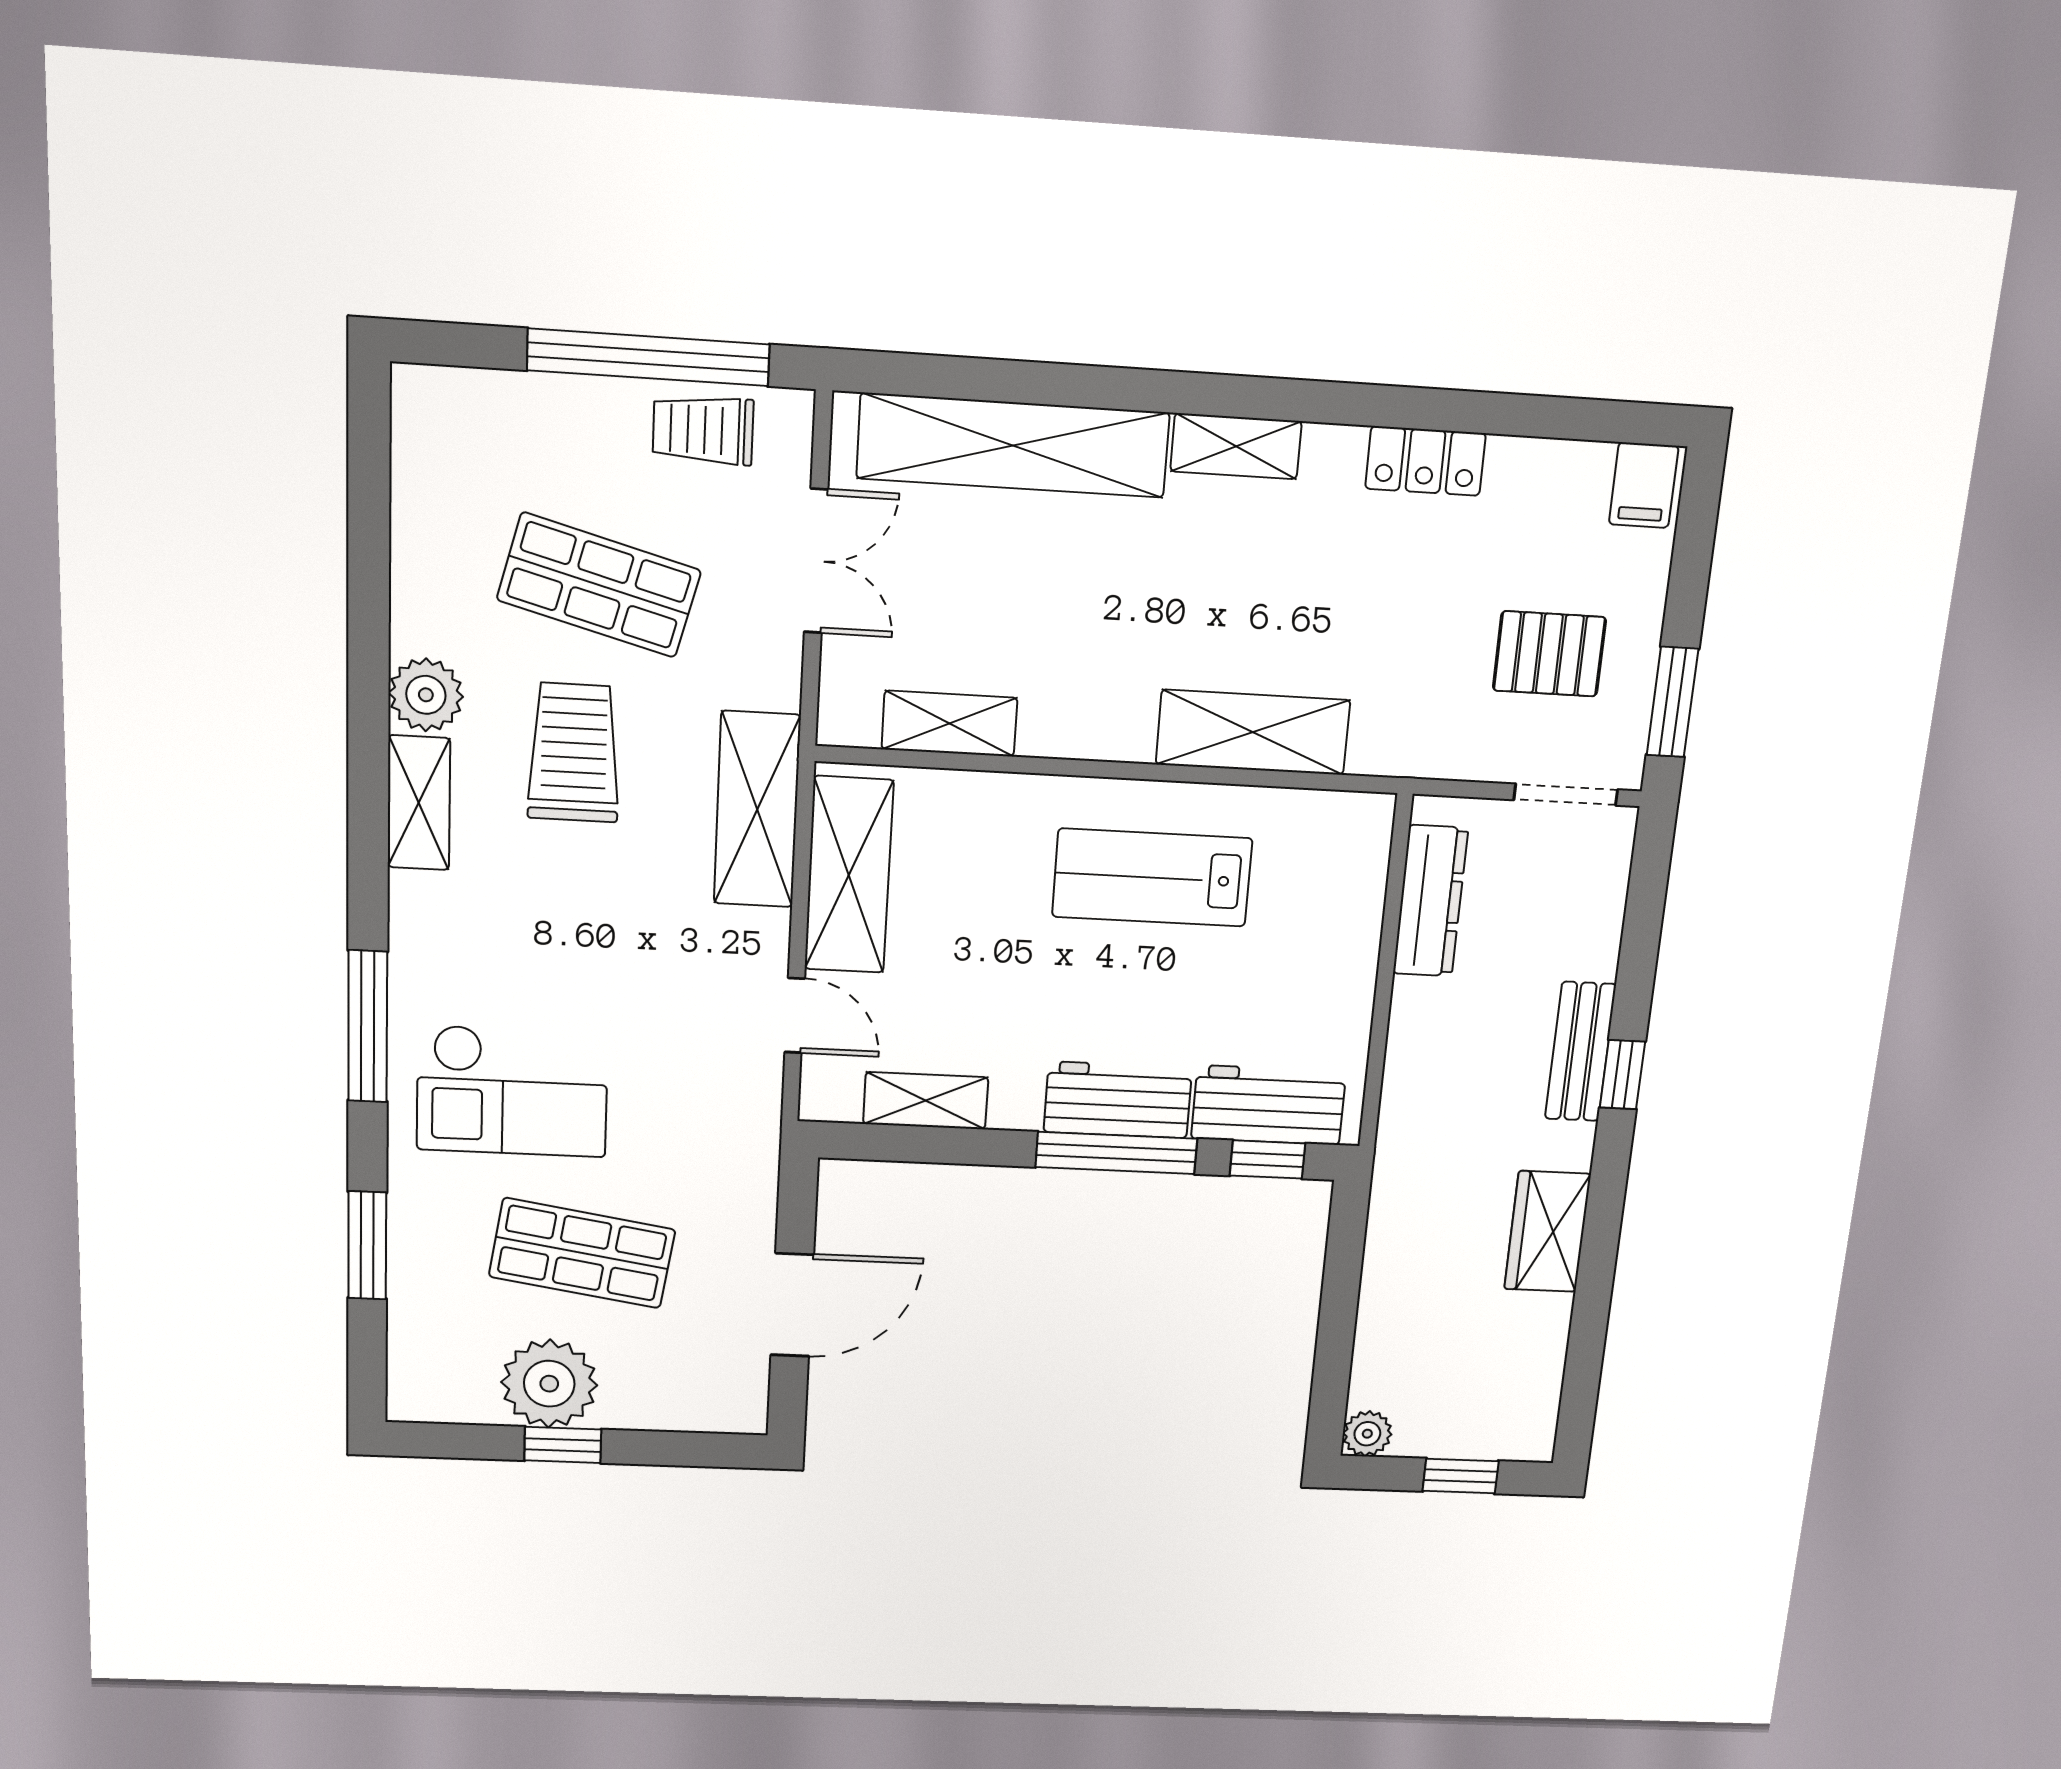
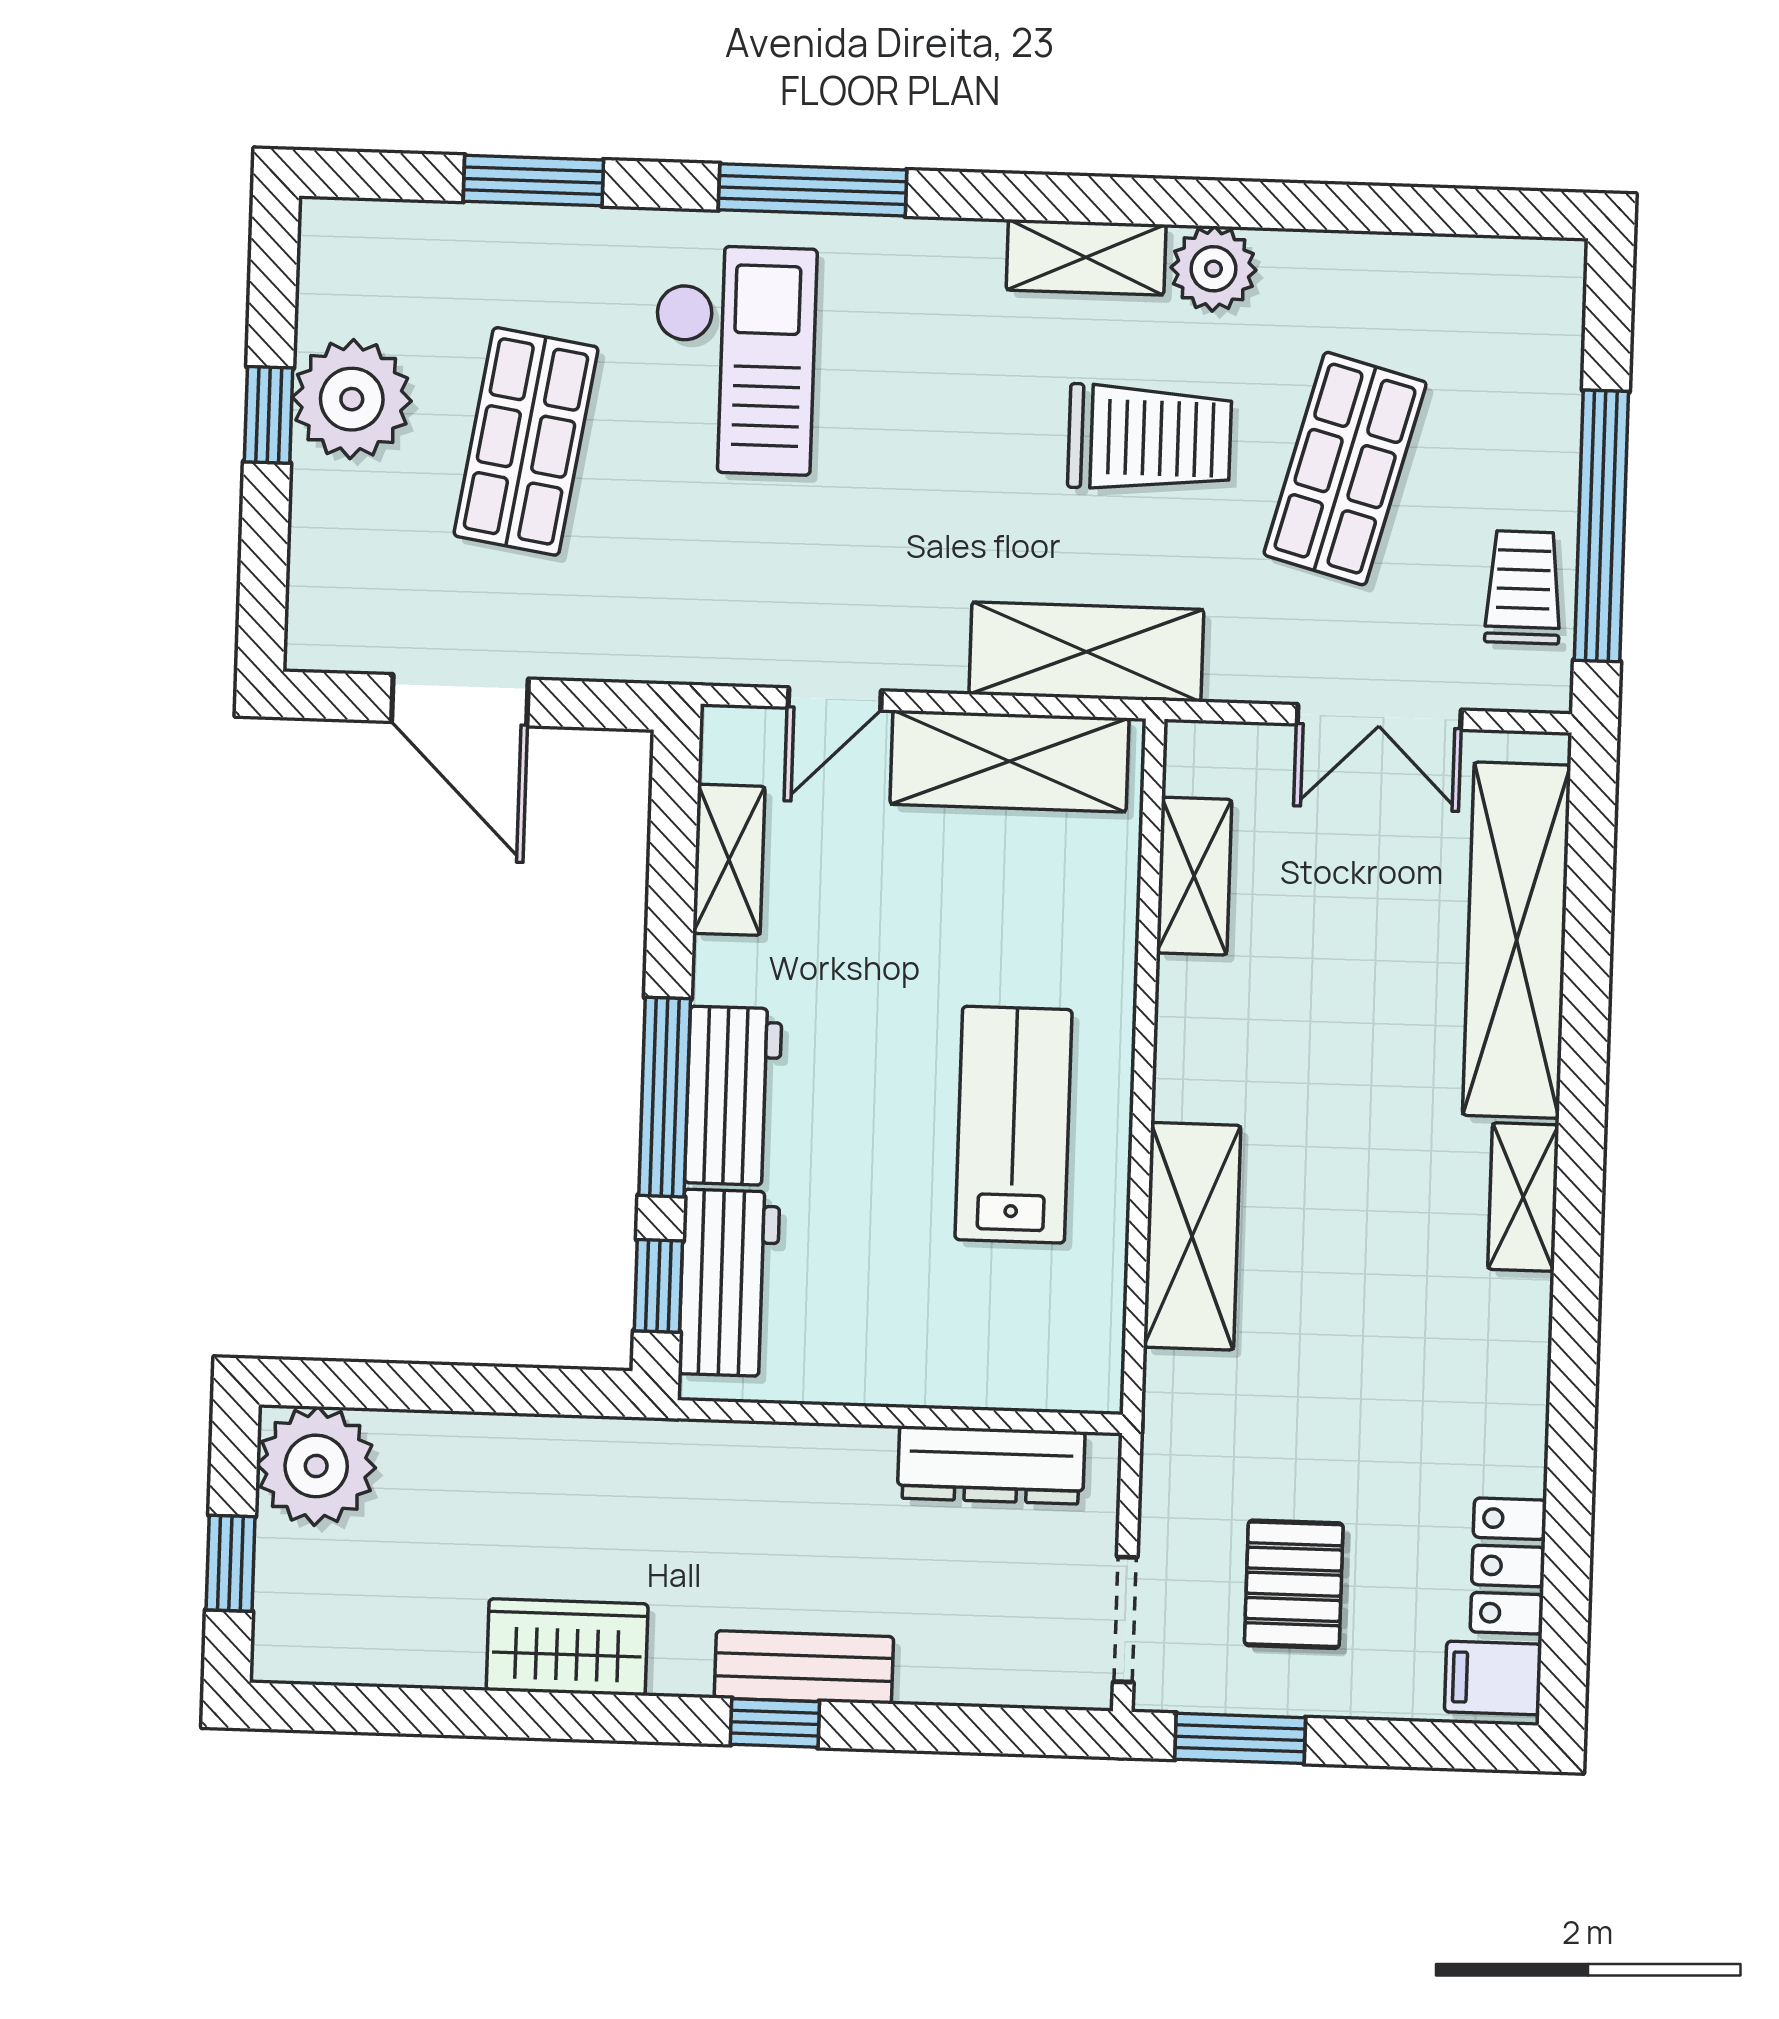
locker: (1425, 461) -> (1508, 1566), moved
checkout: (512, 1091) -> (734, 360), turned 180
plant: (1367, 1434) -> (316, 1466), width x1.87, depth x1.87

